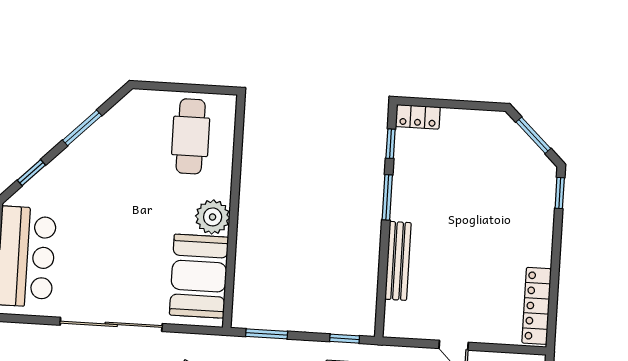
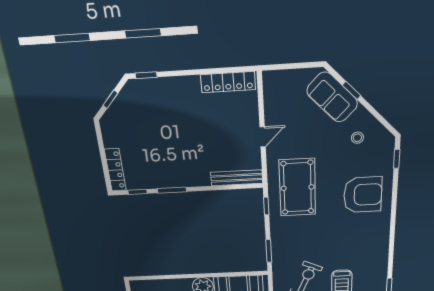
locker: (418, 117) -> (115, 170), width x1.53
window: (533, 135) -> (110, 99), width x0.67
bench: (398, 261) -> (237, 178), moved

